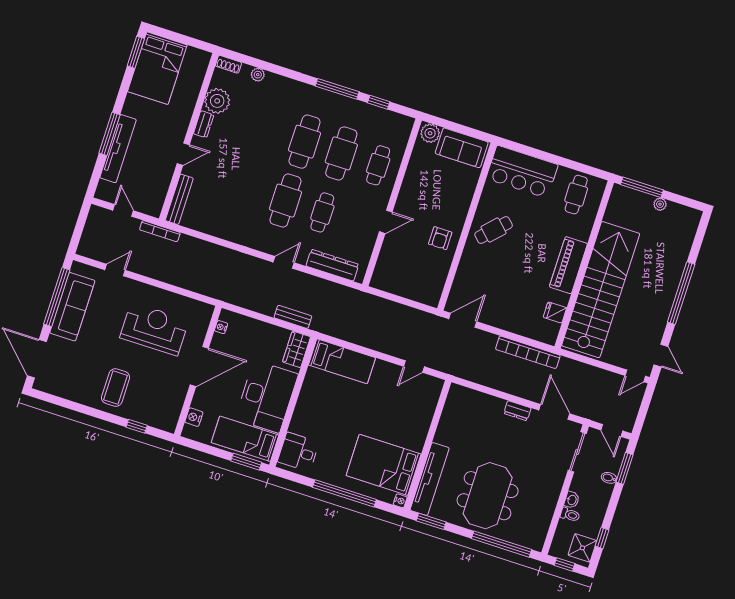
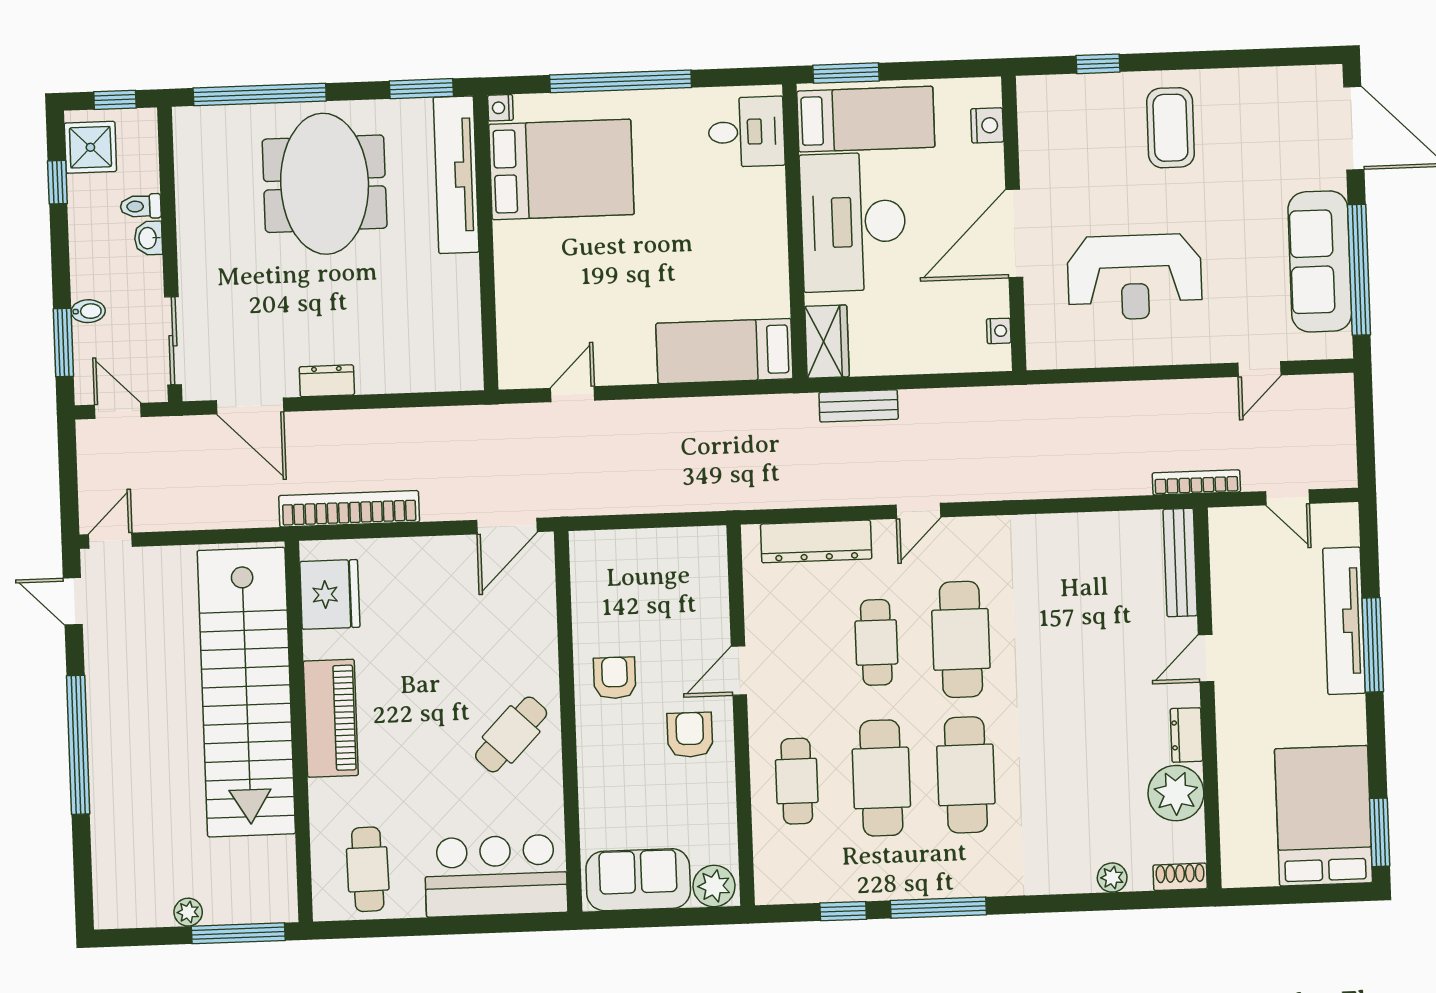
armchair: (417, 202) -> (690, 735), added
fridge: (555, 313) -> (330, 594), width x1.88, depth x1.34

